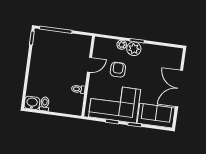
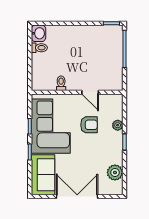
plant: (134, 49) -> (115, 173), moved

